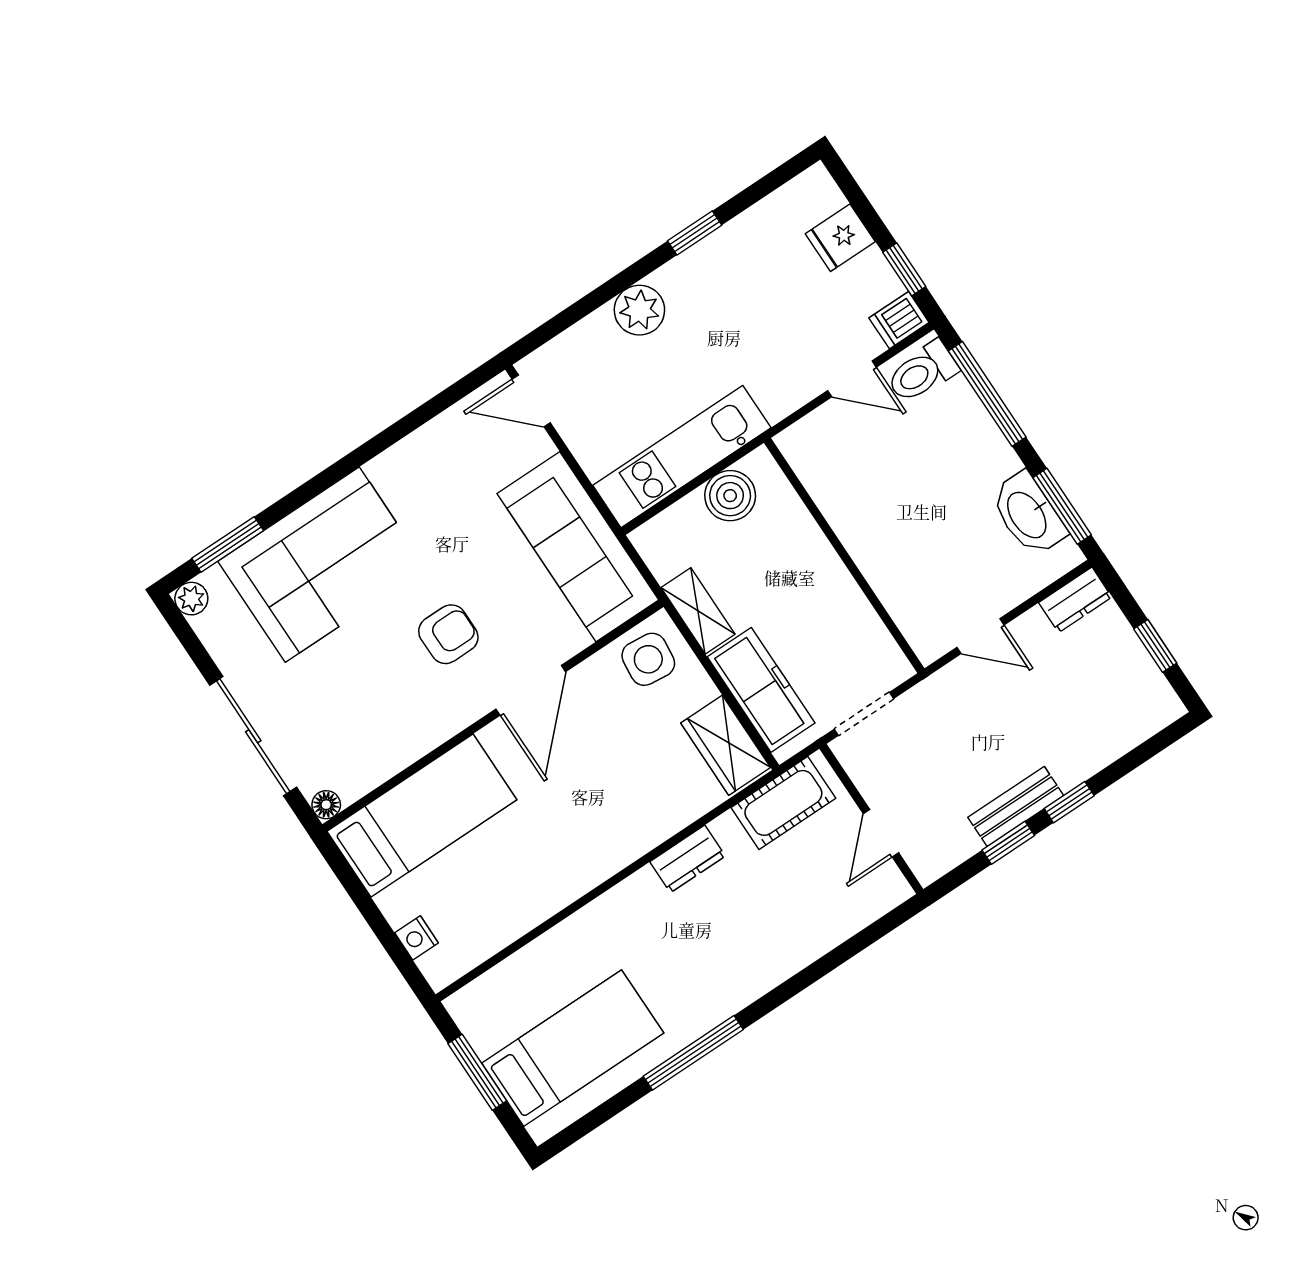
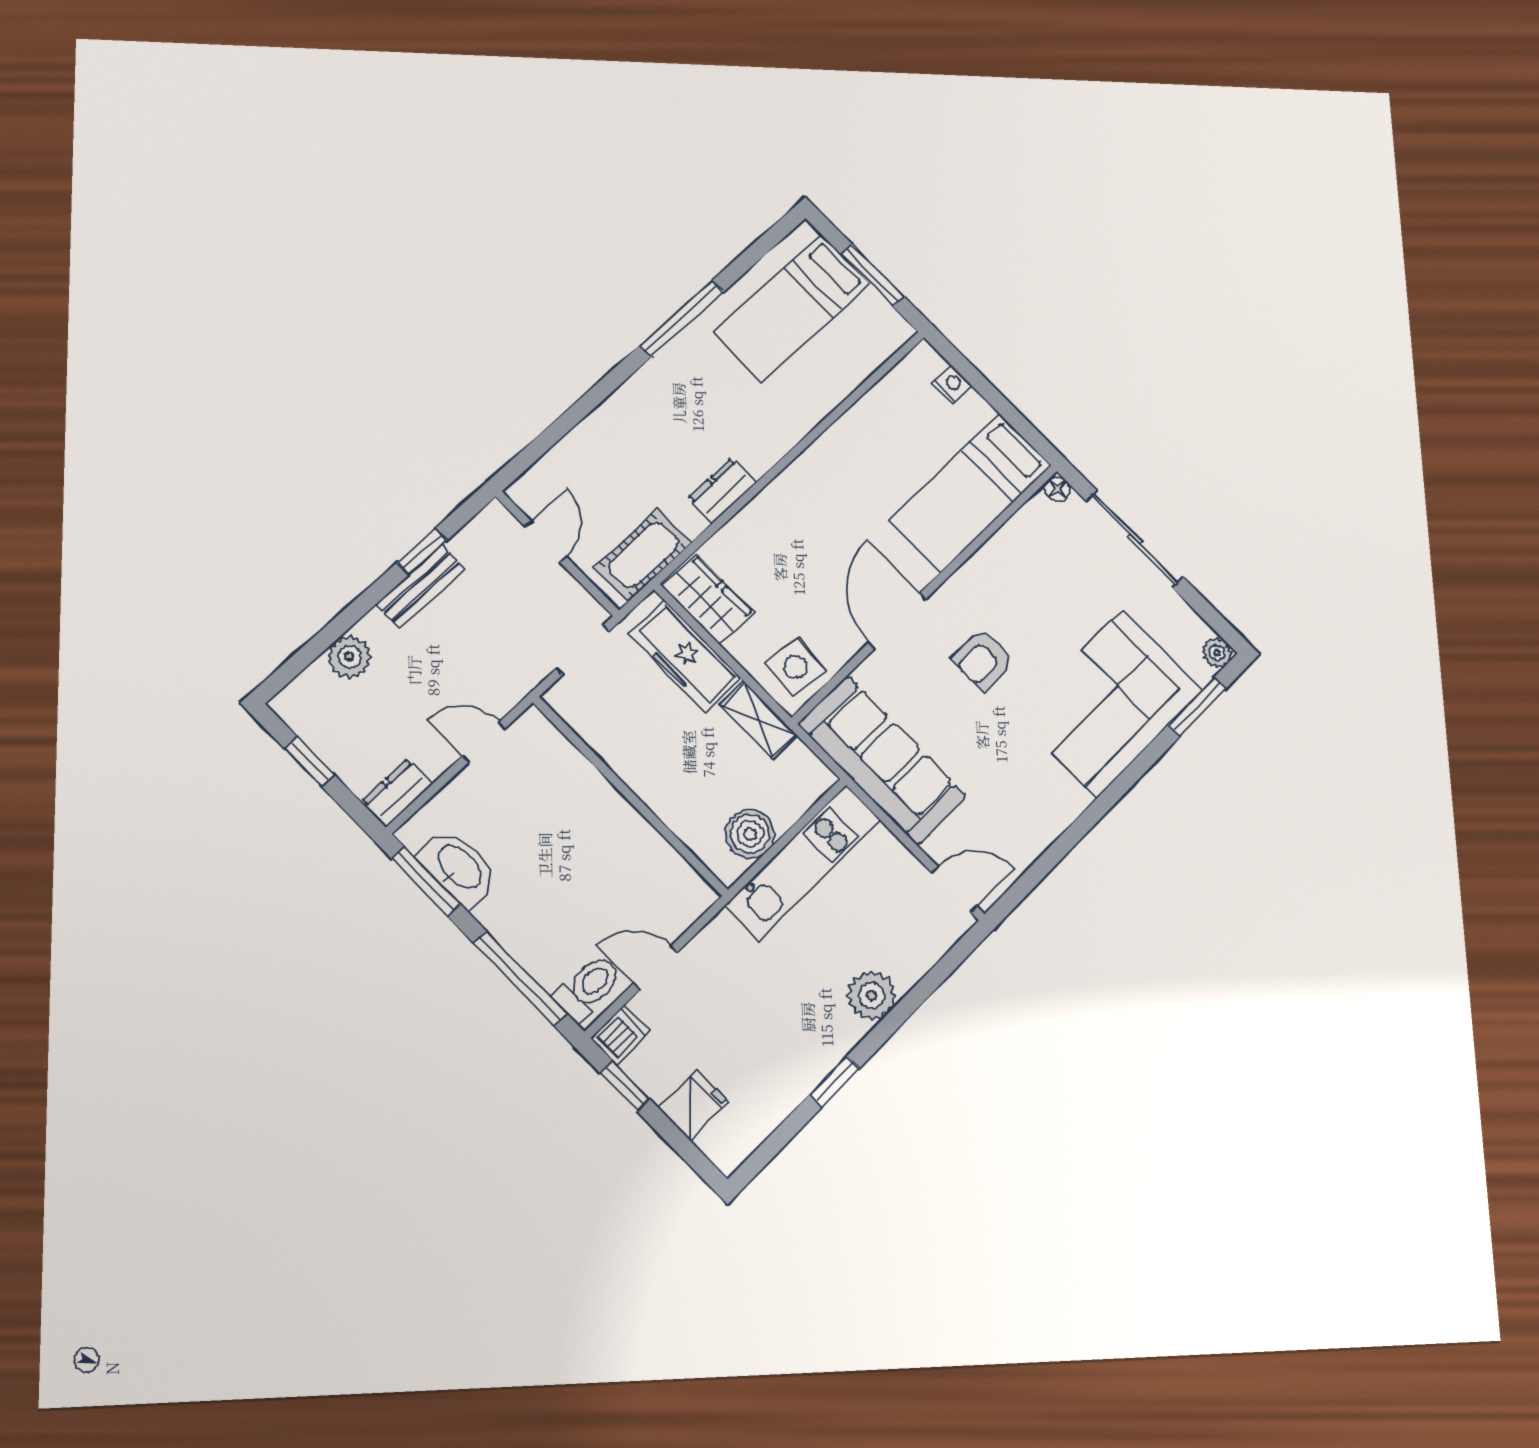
plant: (1099, 746) -> (349, 657), added
window: (1069, 802) -> (369, 599), removed

